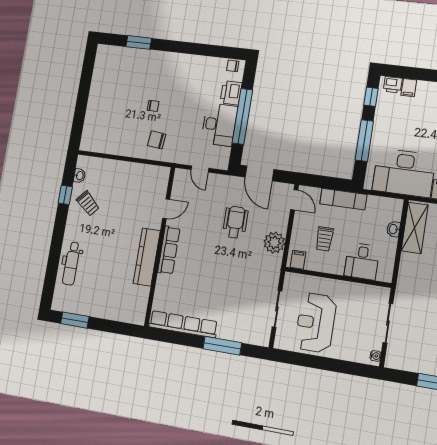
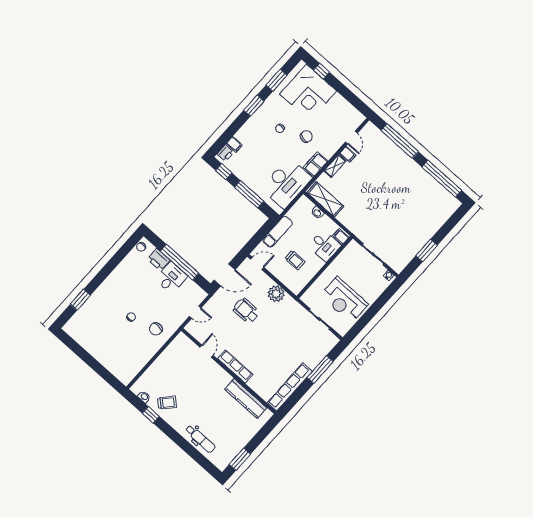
desk: (219, 125) -> (171, 278), width x0.73
kitchen counter: (147, 257) -> (246, 399), moved
filing cabinet: (298, 260) -> (341, 237), moved

